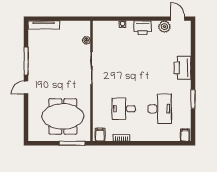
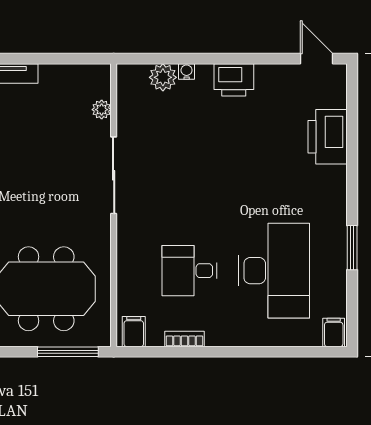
plant: (164, 27) -> (163, 77), moved
printer: (182, 68) -> (328, 137), moved
desk: (160, 109) -> (274, 271), width x1.36, depth x1.30

